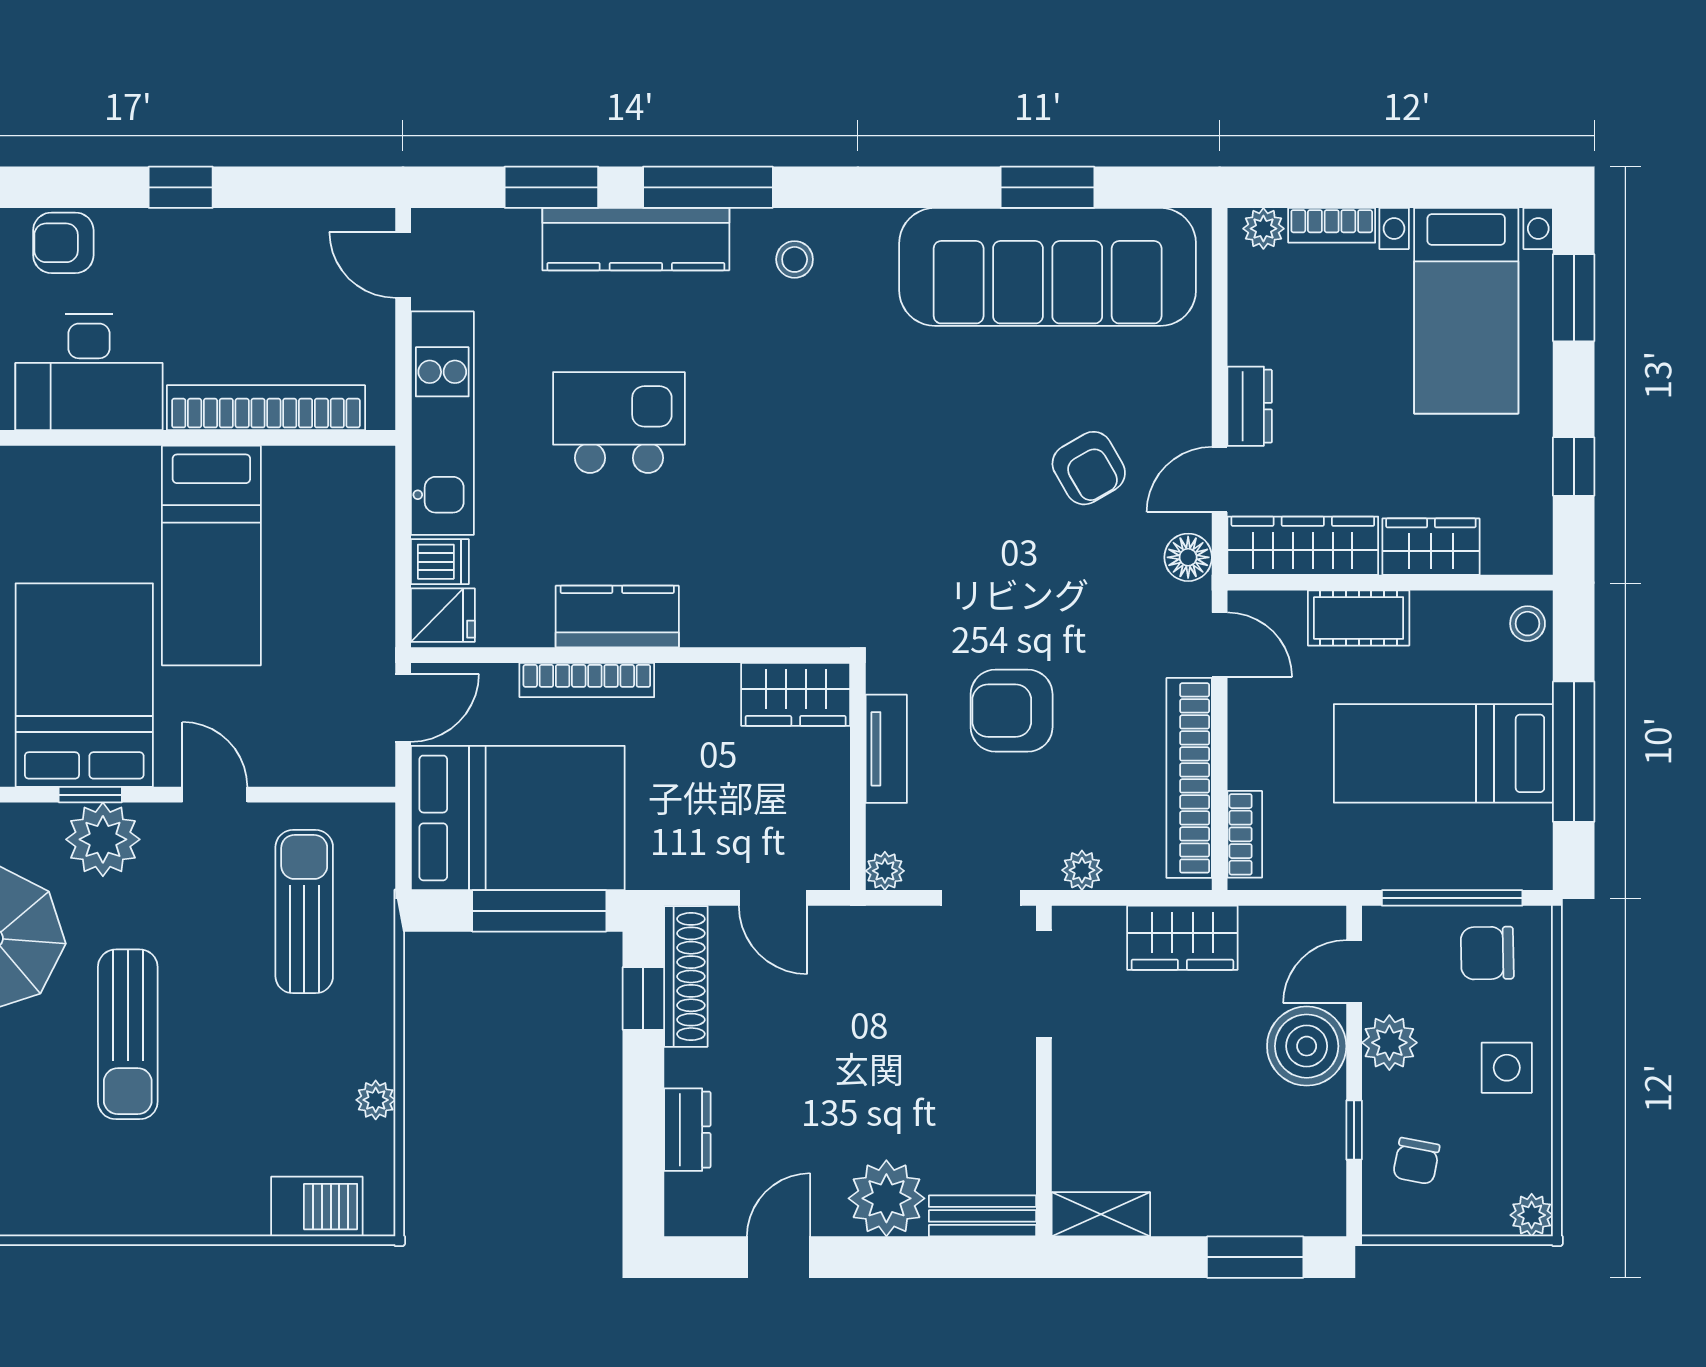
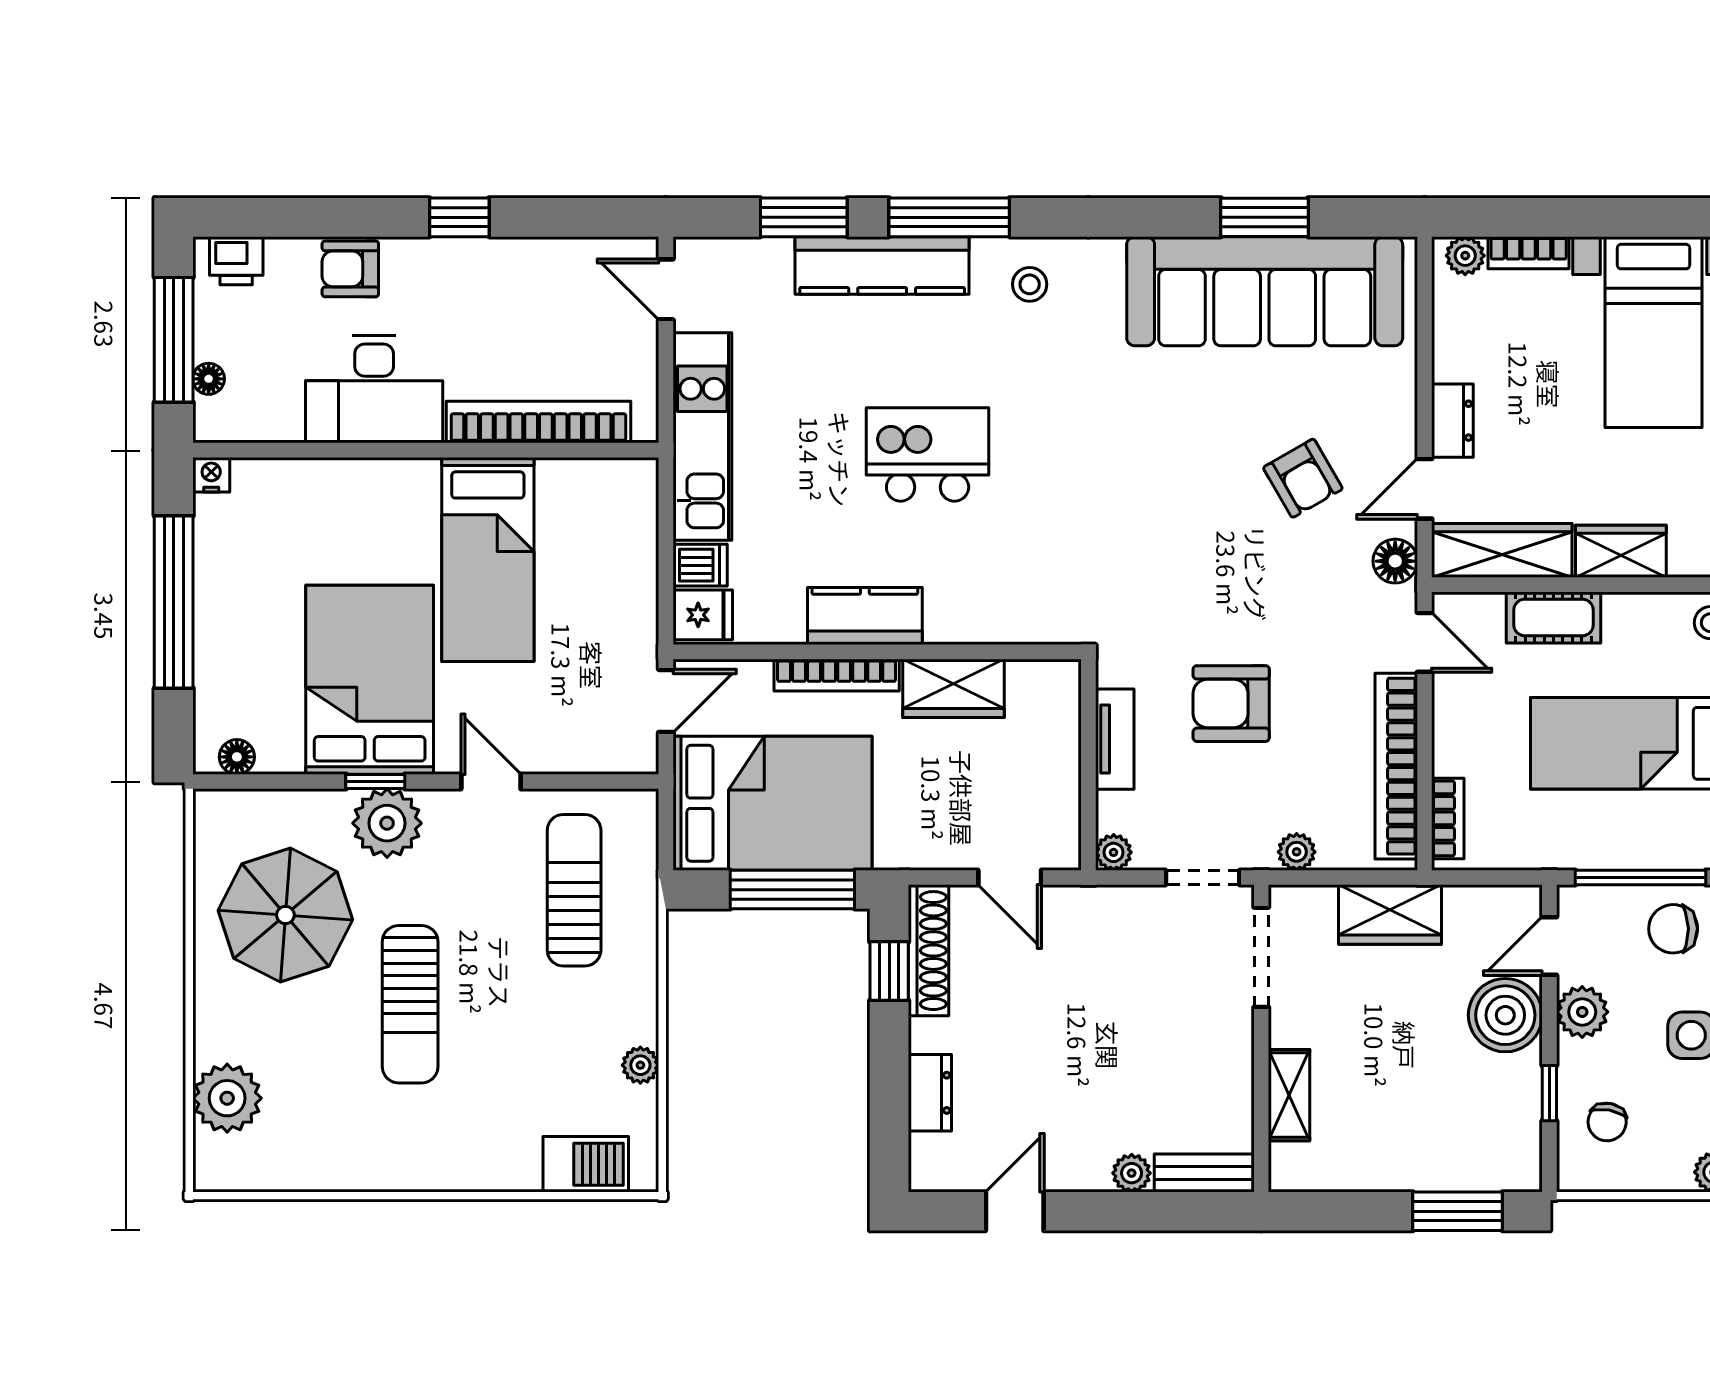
kitchen island: (619, 423) -> (928, 454), moved
wardrobe: (796, 694) -> (954, 688), moved
plant: (886, 1198) -> (1132, 1173), width x0.53, depth x0.53
shelving: (1101, 1214) -> (1289, 1095), moved, turned 90

